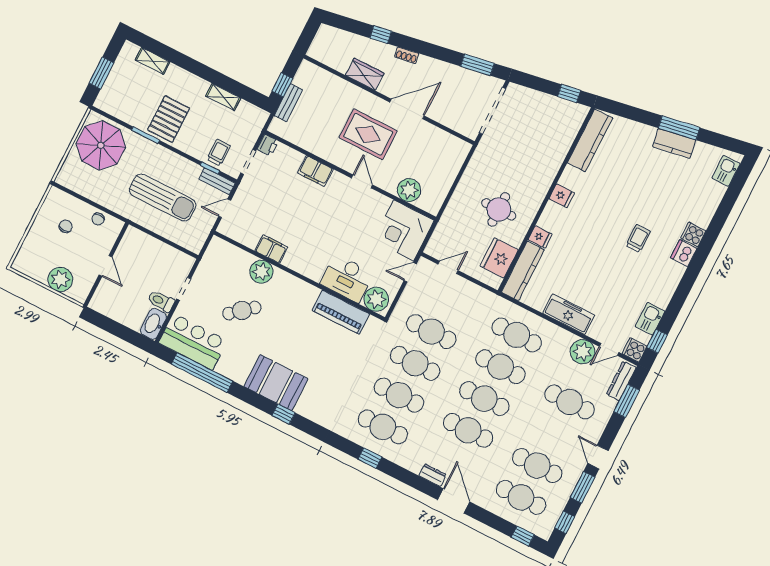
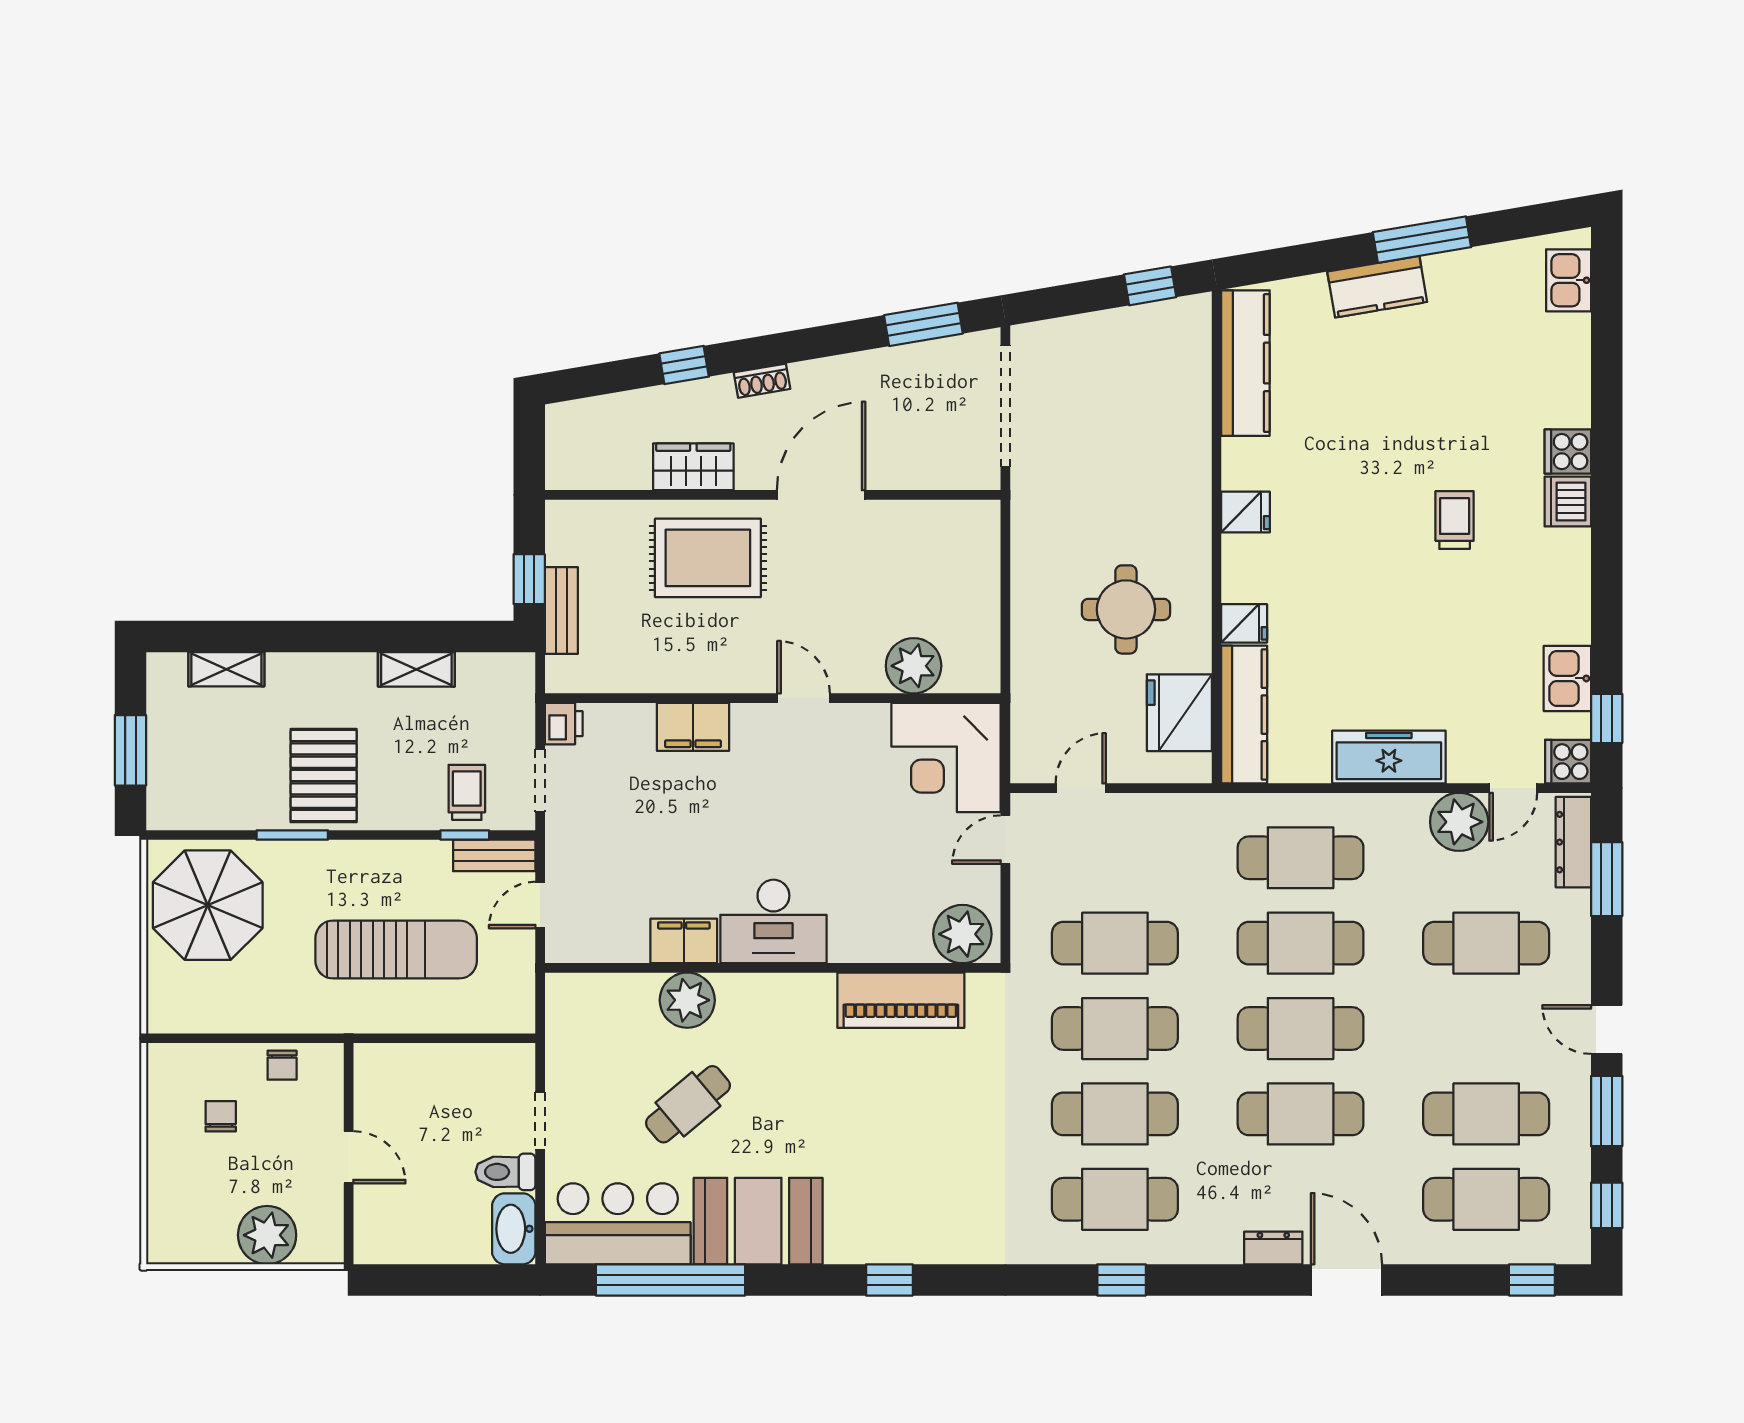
rug: (368, 134) -> (708, 558), moved
kitchen counter: (674, 143) -> (1377, 287), moved
desk: (347, 278) -> (773, 921), moved
booth: (276, 383) -> (758, 1221), moved

